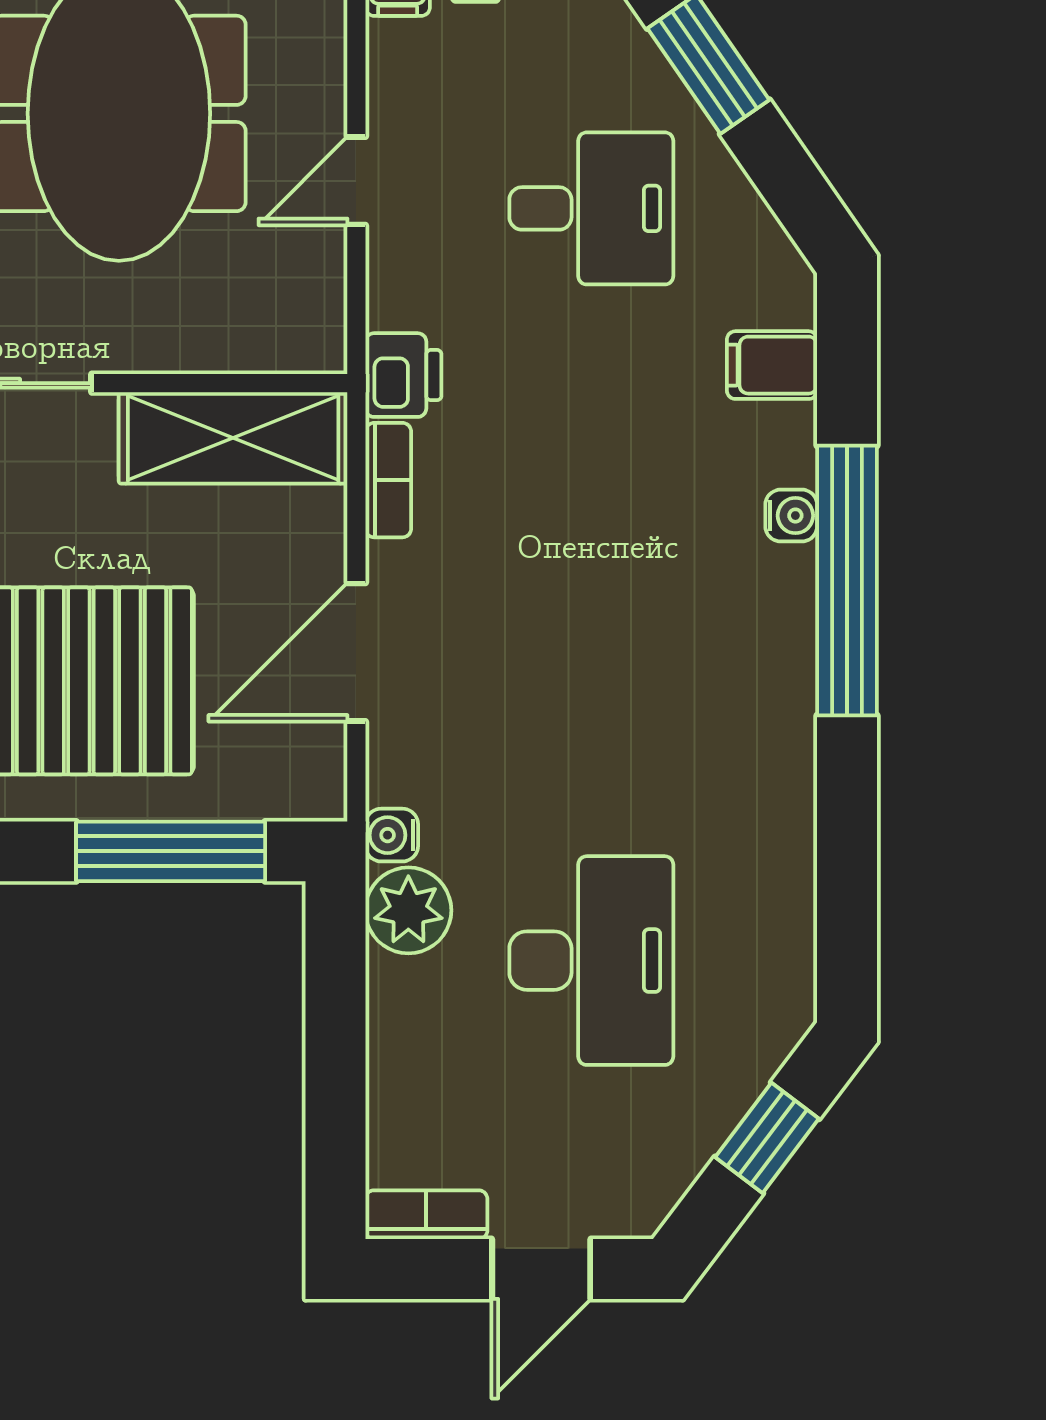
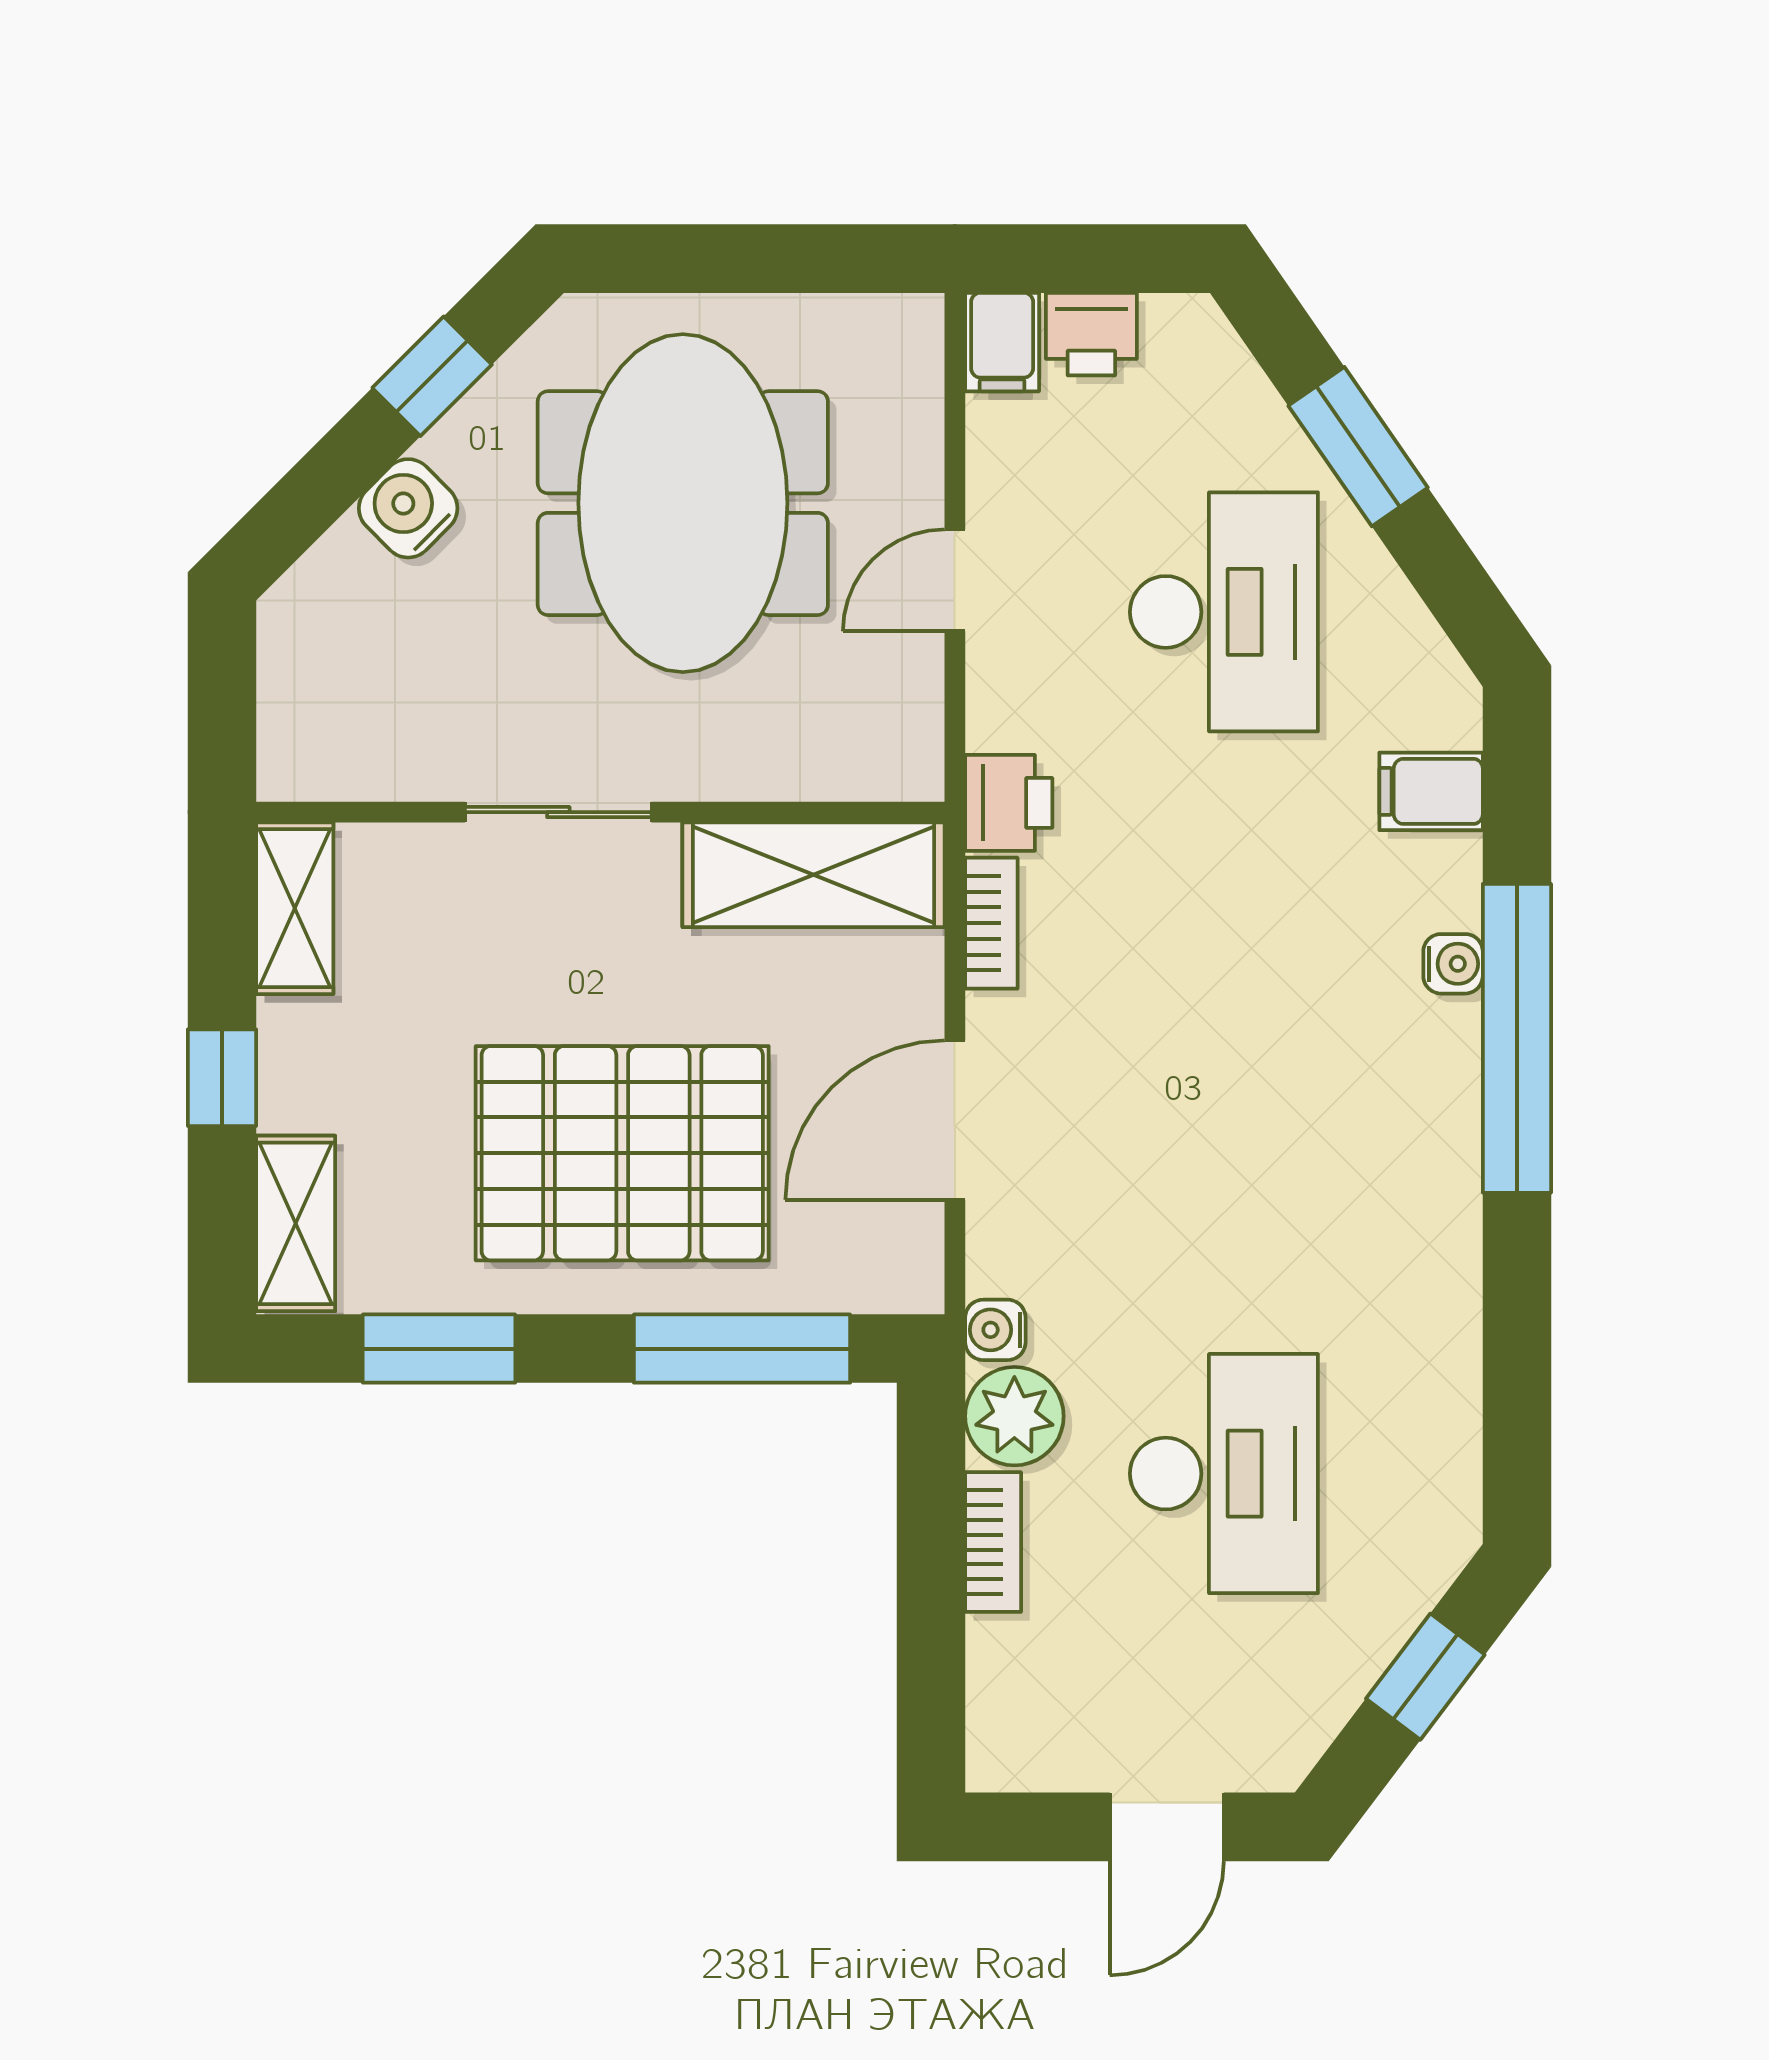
desk: (591, 208) -> (1224, 612), width x1.37
bookcase: (426, 1215) -> (993, 1542), moved, turned 90

